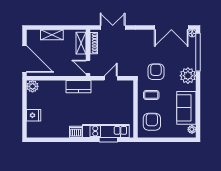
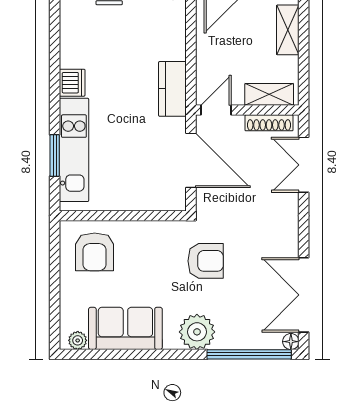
double door: (113, 28) -> (304, 165), swing flipped
door: (111, 78) -> (191, 160), width x1.87
coffee table: (151, 95) -> (154, 251), removed
armchair: (152, 122) -> (95, 252), turned 90

